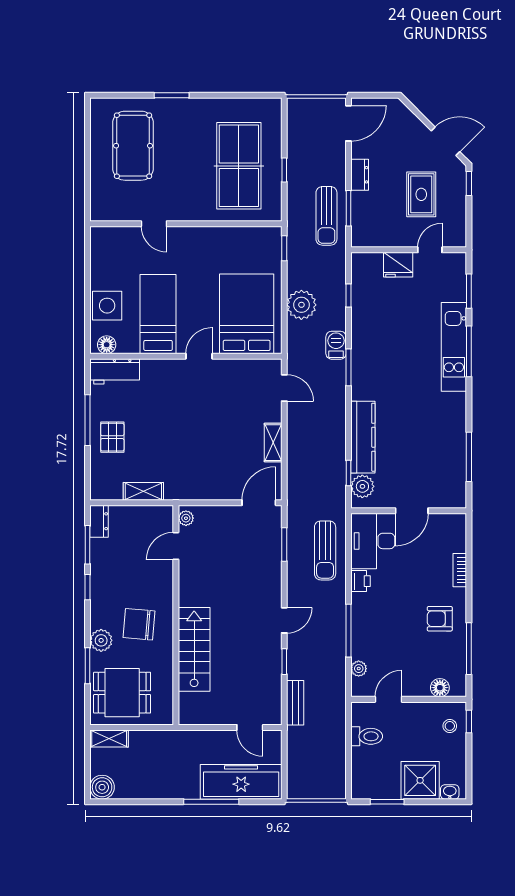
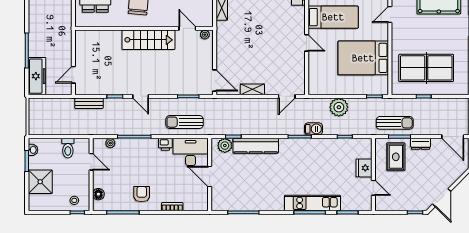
rug: (421, 194) -> (396, 157), moved, turned 90
sun lounger: (326, 216) -> (395, 123), turned 180
bed: (247, 314) -> (363, 58), moved, turned 180
stairs: (194, 649) -> (148, 40), moved
freezer: (241, 782) -> (37, 76), width x0.73, depth x0.79
washbasin: (450, 792) -> (33, 150), moved

